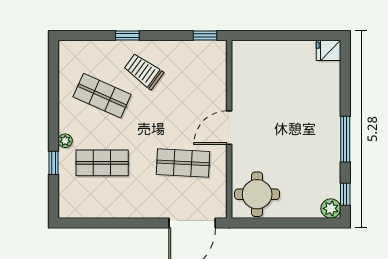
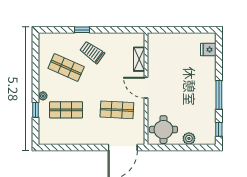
window: (205, 36) -> (131, 30), removed
fridge: (328, 50) -> (208, 50), moved
shelving: (218, 82) -> (139, 59), added
door: (229, 128) -> (146, 88), hinge flipped
plant: (331, 208) -> (189, 138), moved

